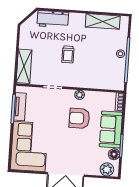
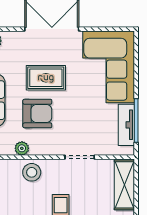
stool: (86, 79) -> (32, 172), added
plant: (80, 95) -> (22, 148), moved
rug: (72, 142) -> (46, 78), added

